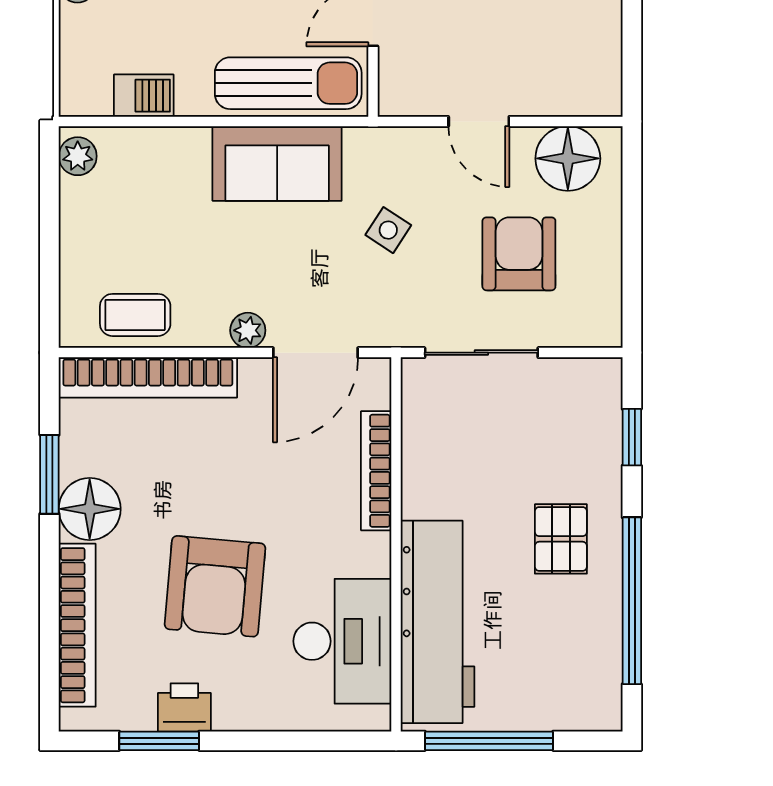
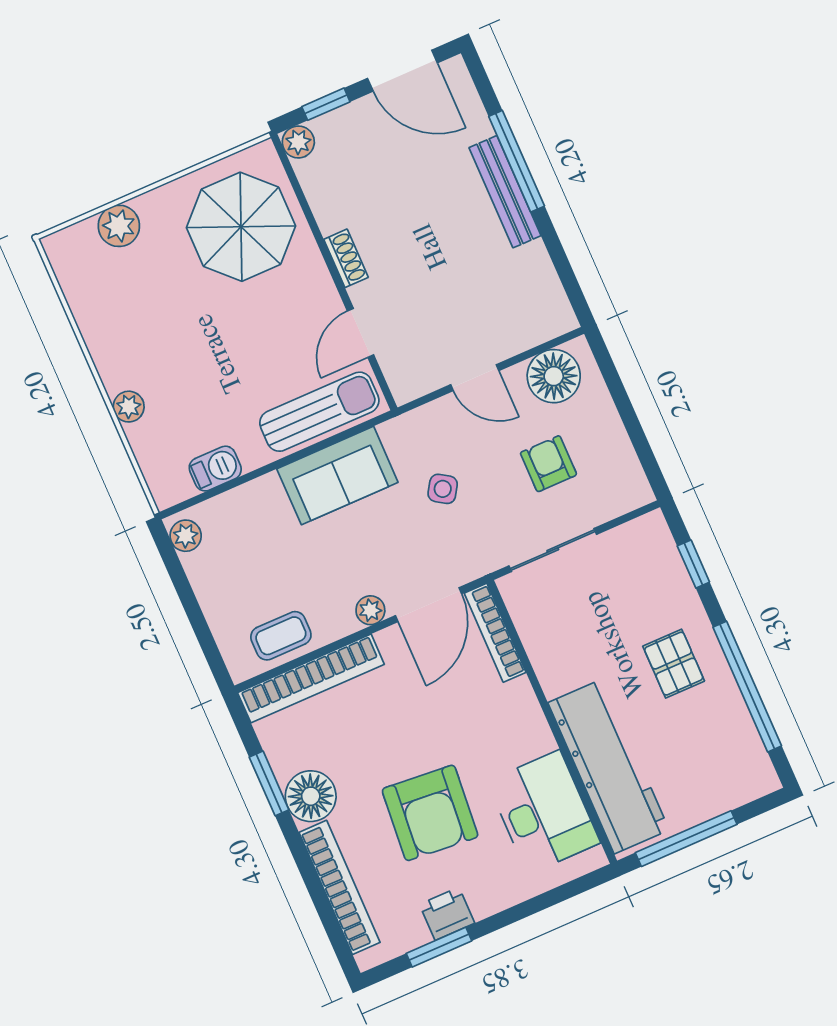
armchair: (519, 254) -> (548, 464), width x0.72, depth x0.72
bookcase: (376, 471) -> (495, 633), moved

